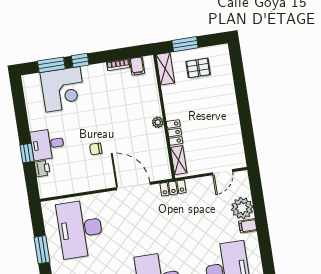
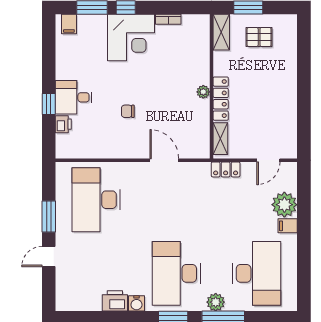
filing cabinet: (137, 66) -> (69, 24), moved
corner desk: (63, 89) -> (131, 37), moved
locker: (175, 132) -> (221, 99), width x1.53
door: (133, 186) -> (164, 160), width x0.73
locker: (173, 188) -> (226, 169), moved

